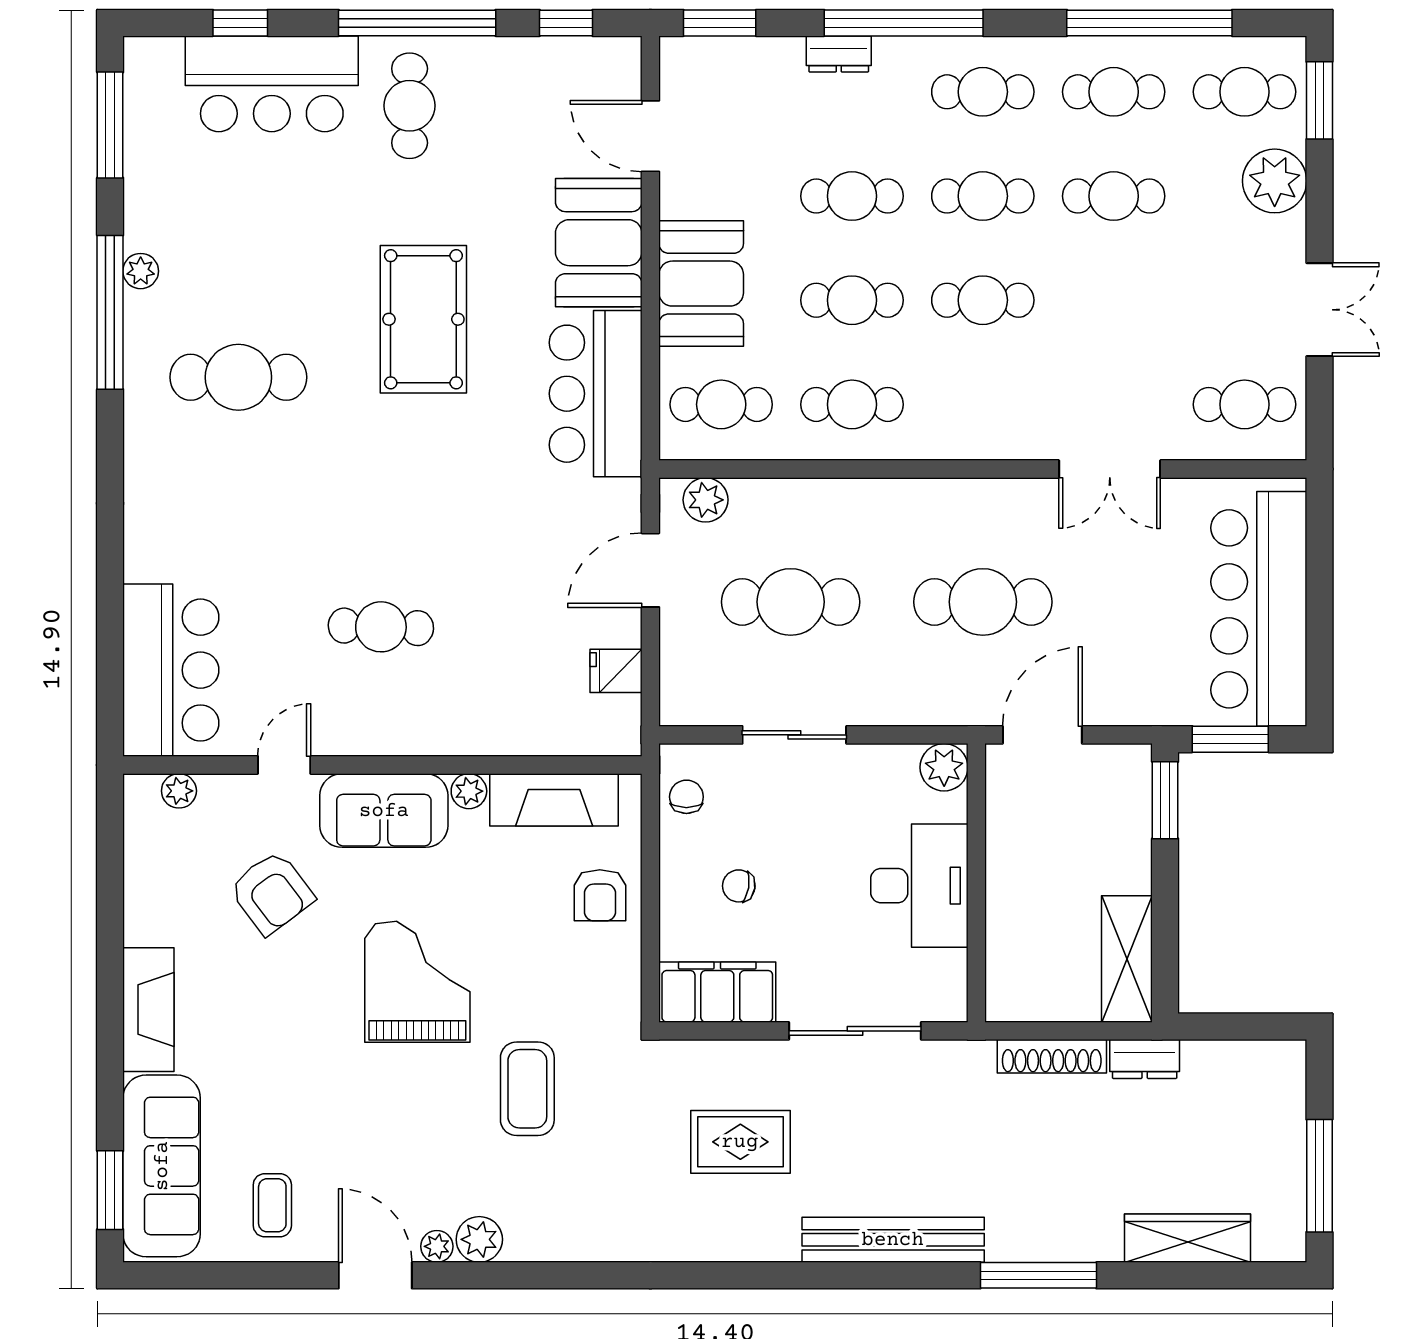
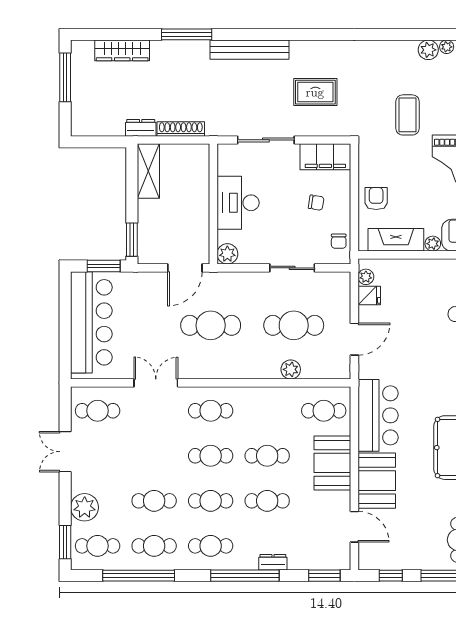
cafe table: (852, 404) -> (211, 411), moved
plant: (706, 500) -> (291, 369), moved
plant: (624, 714) -> (366, 277), added

